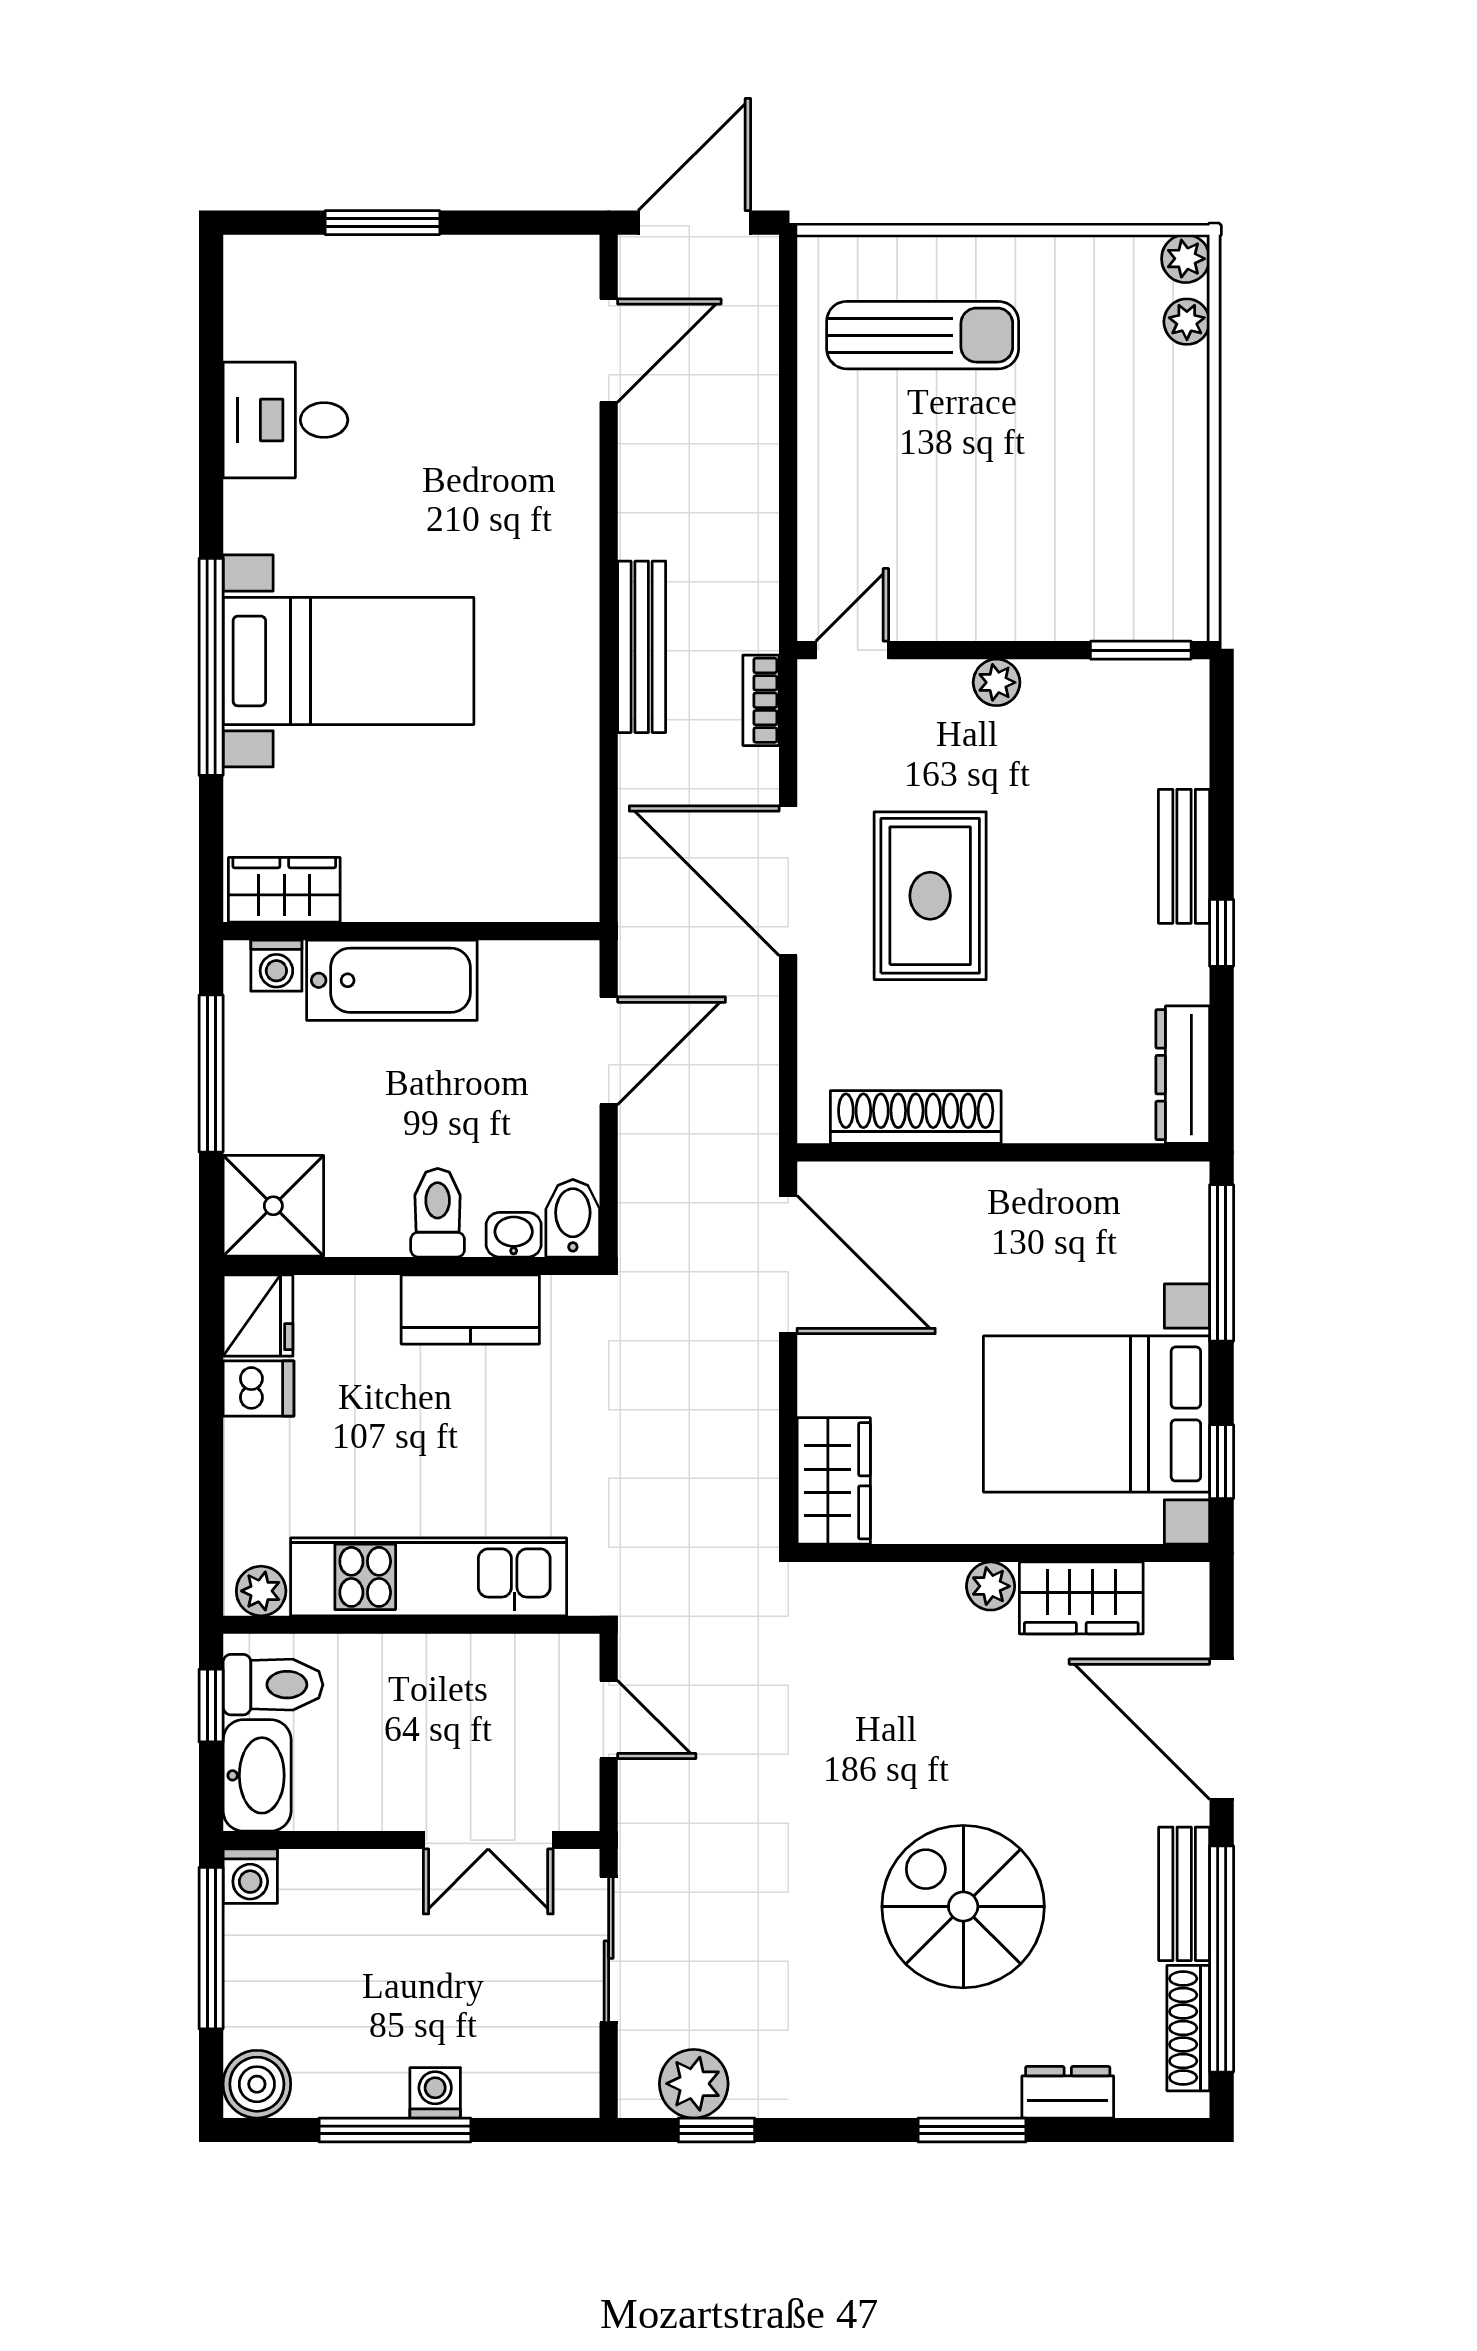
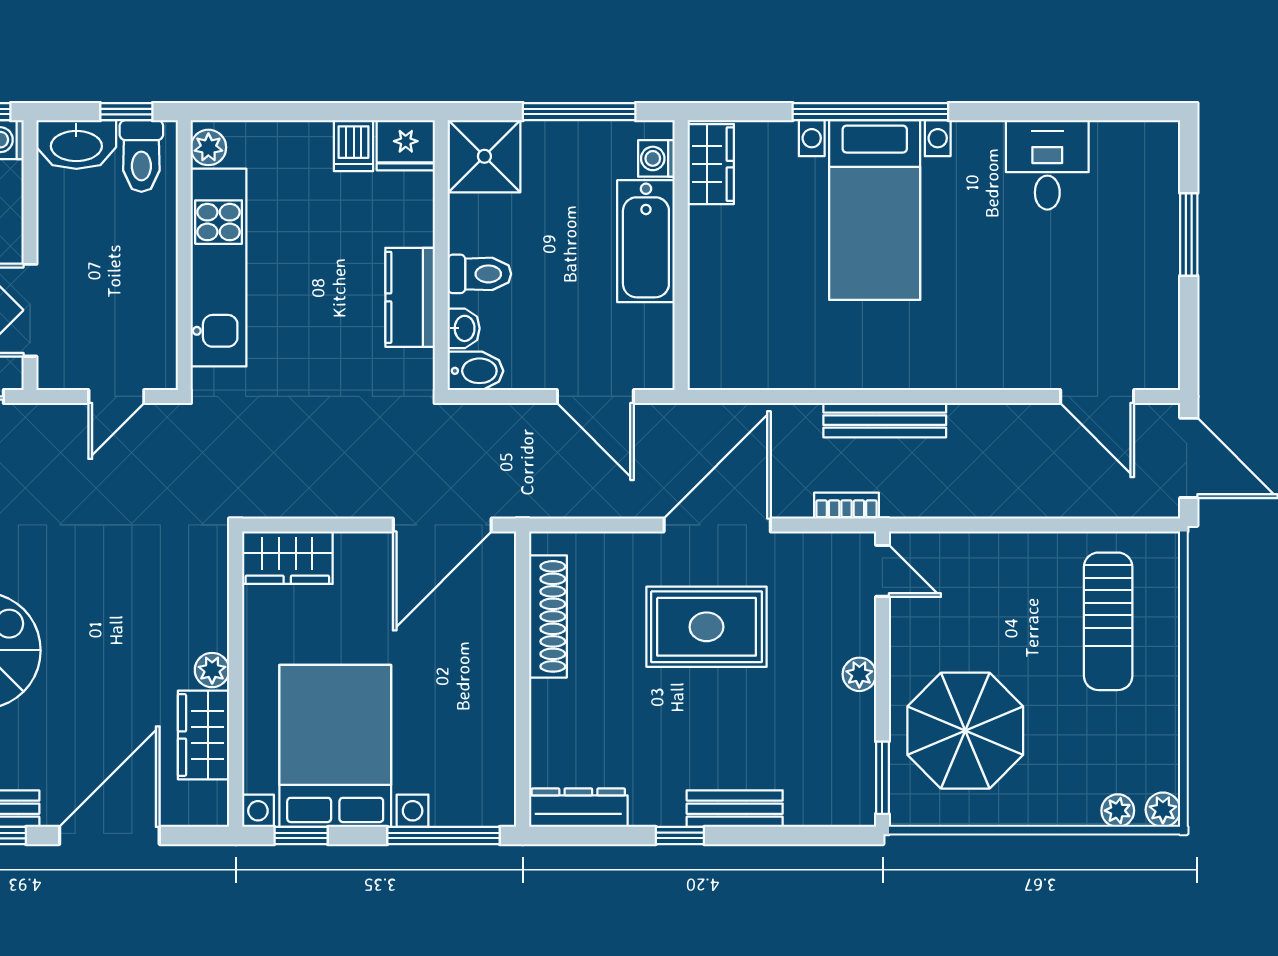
parasol: (1075, 534) -> (965, 731), added

